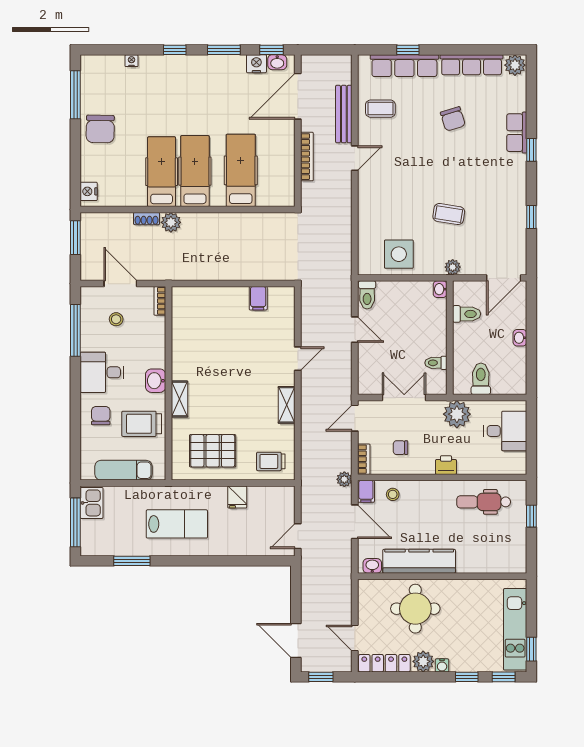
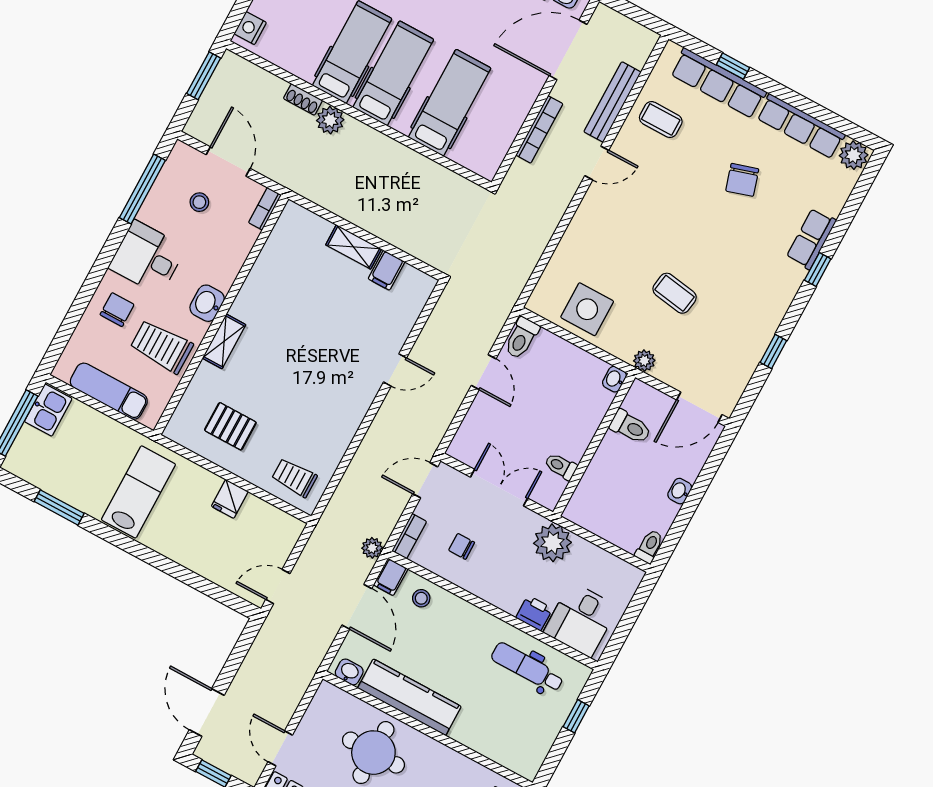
toilet: (481, 379) -> (649, 546), moved, width x0.73, depth x0.72
shelving: (287, 405) -> (354, 247), moved, turned 90
desk: (505, 431) -> (581, 619), moved, turned 90
pallet: (213, 451) -> (230, 426), width x0.67, depth x0.71
printer: (446, 465) -> (534, 613), moved
lab bench: (177, 524) -> (138, 492), turned -90

